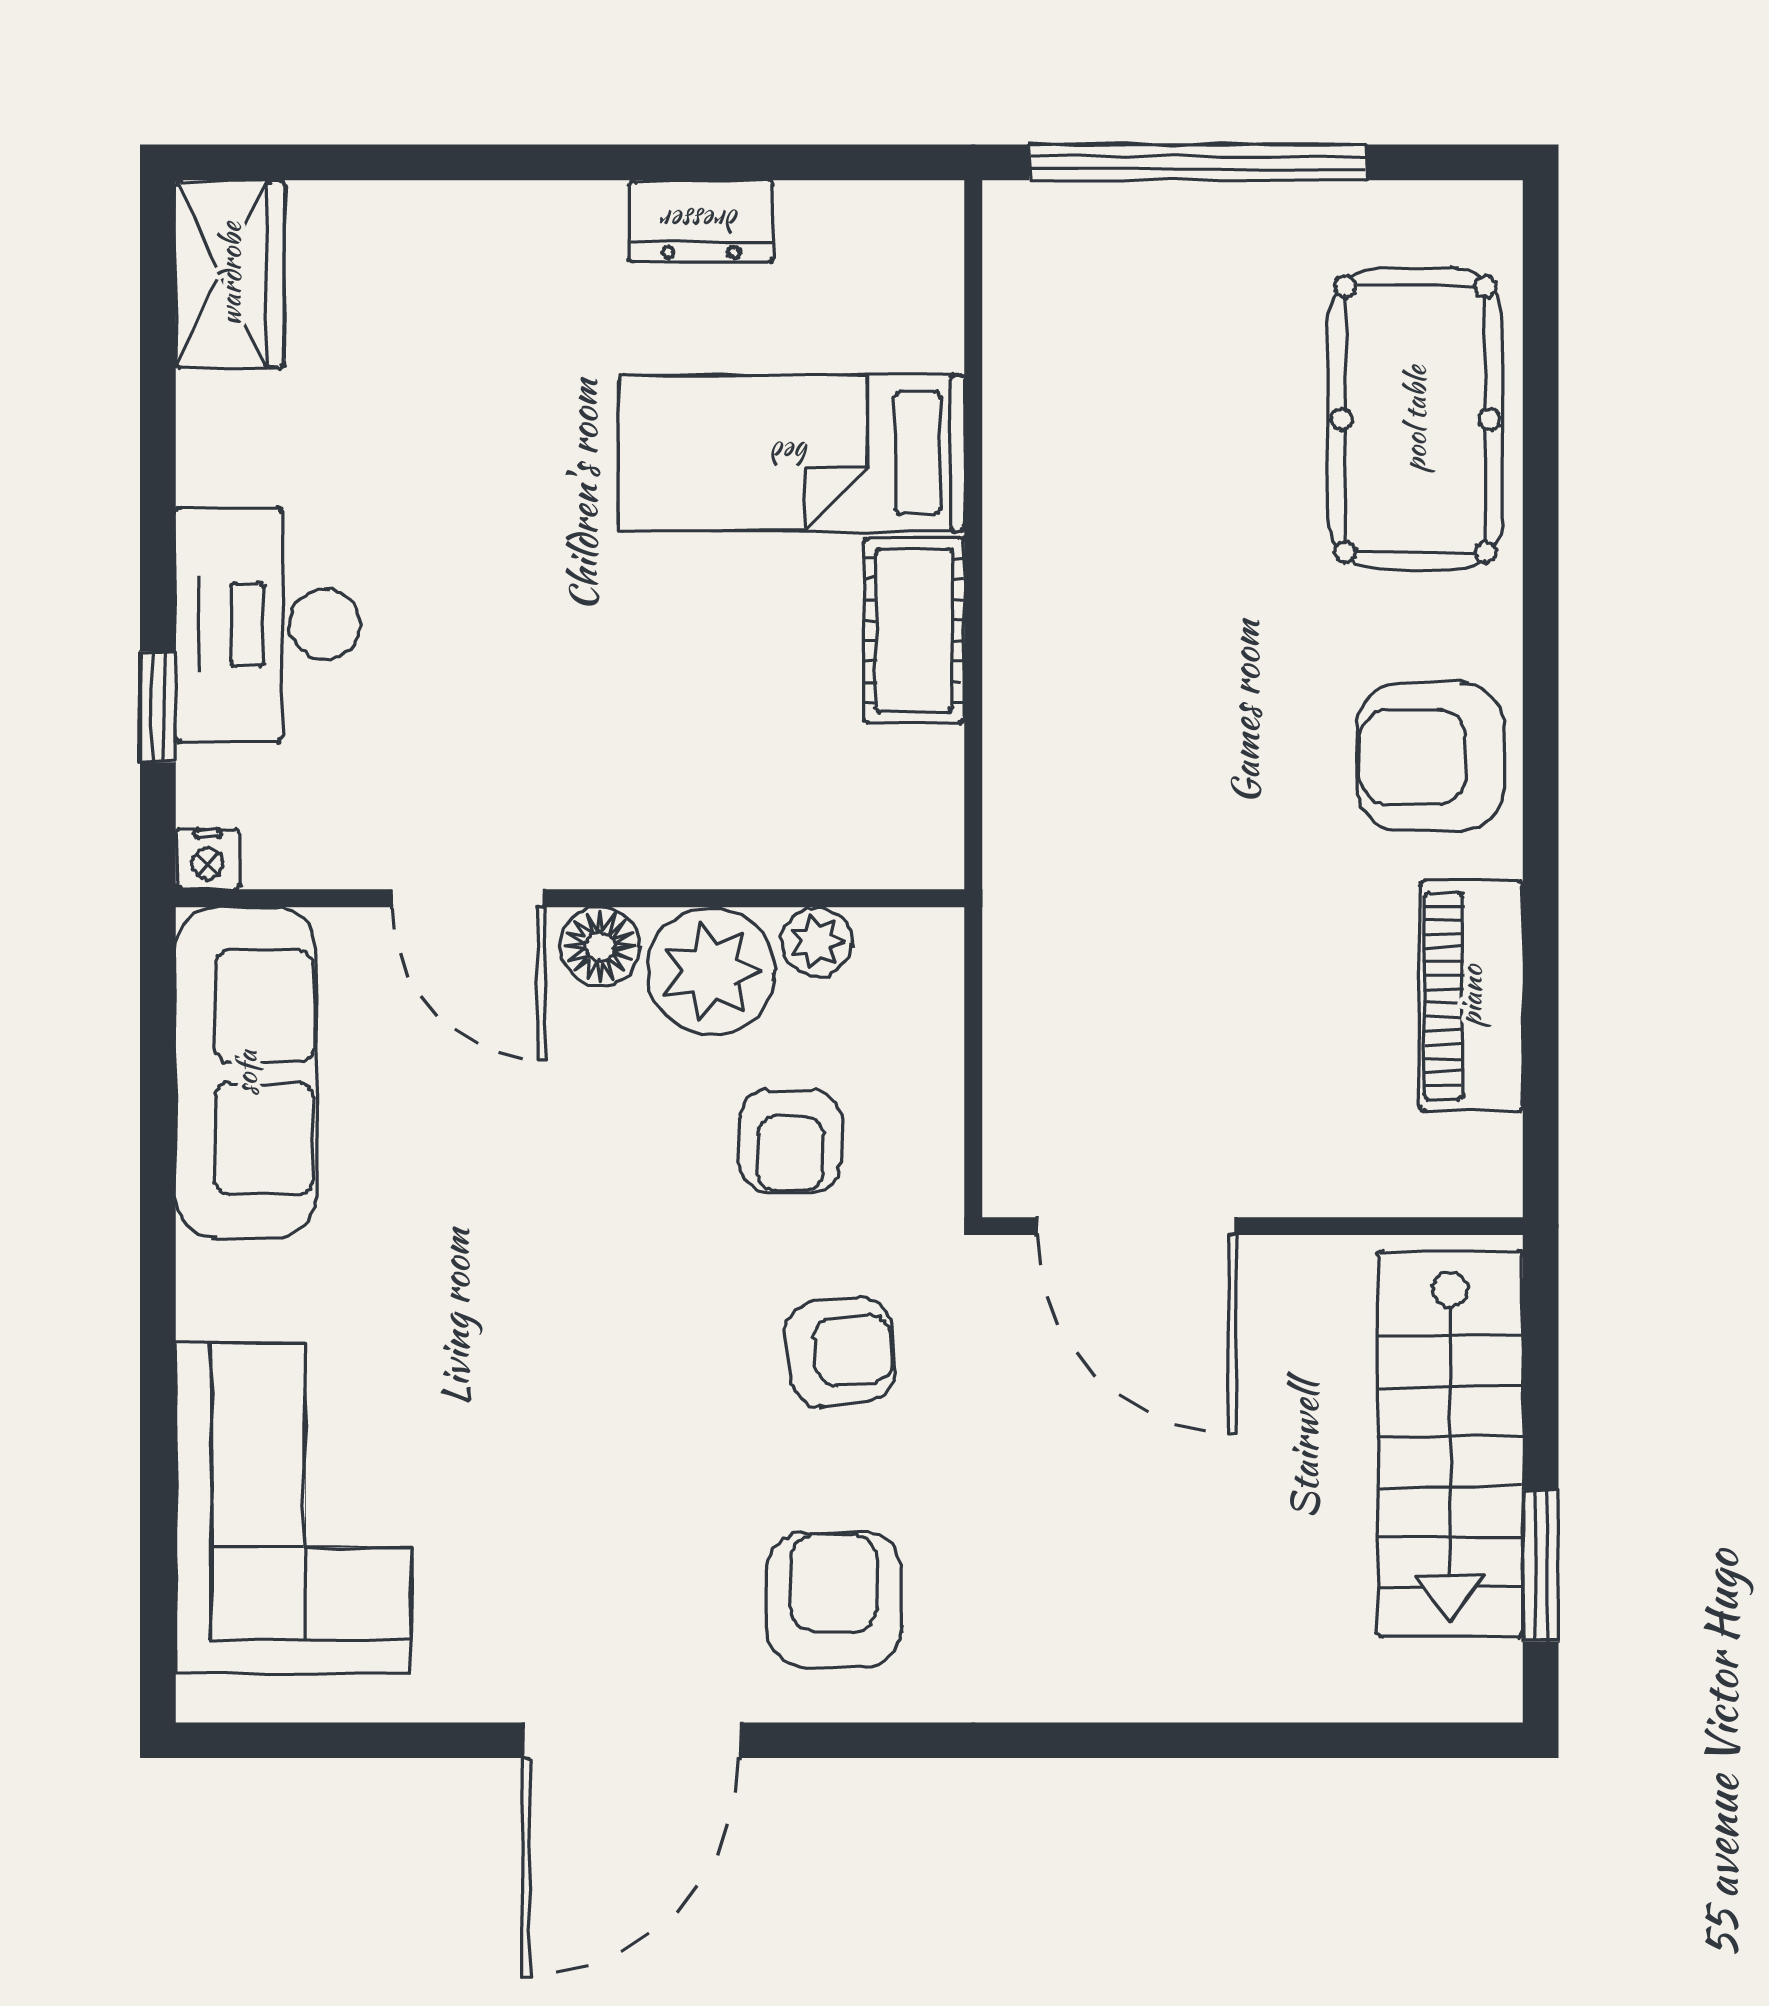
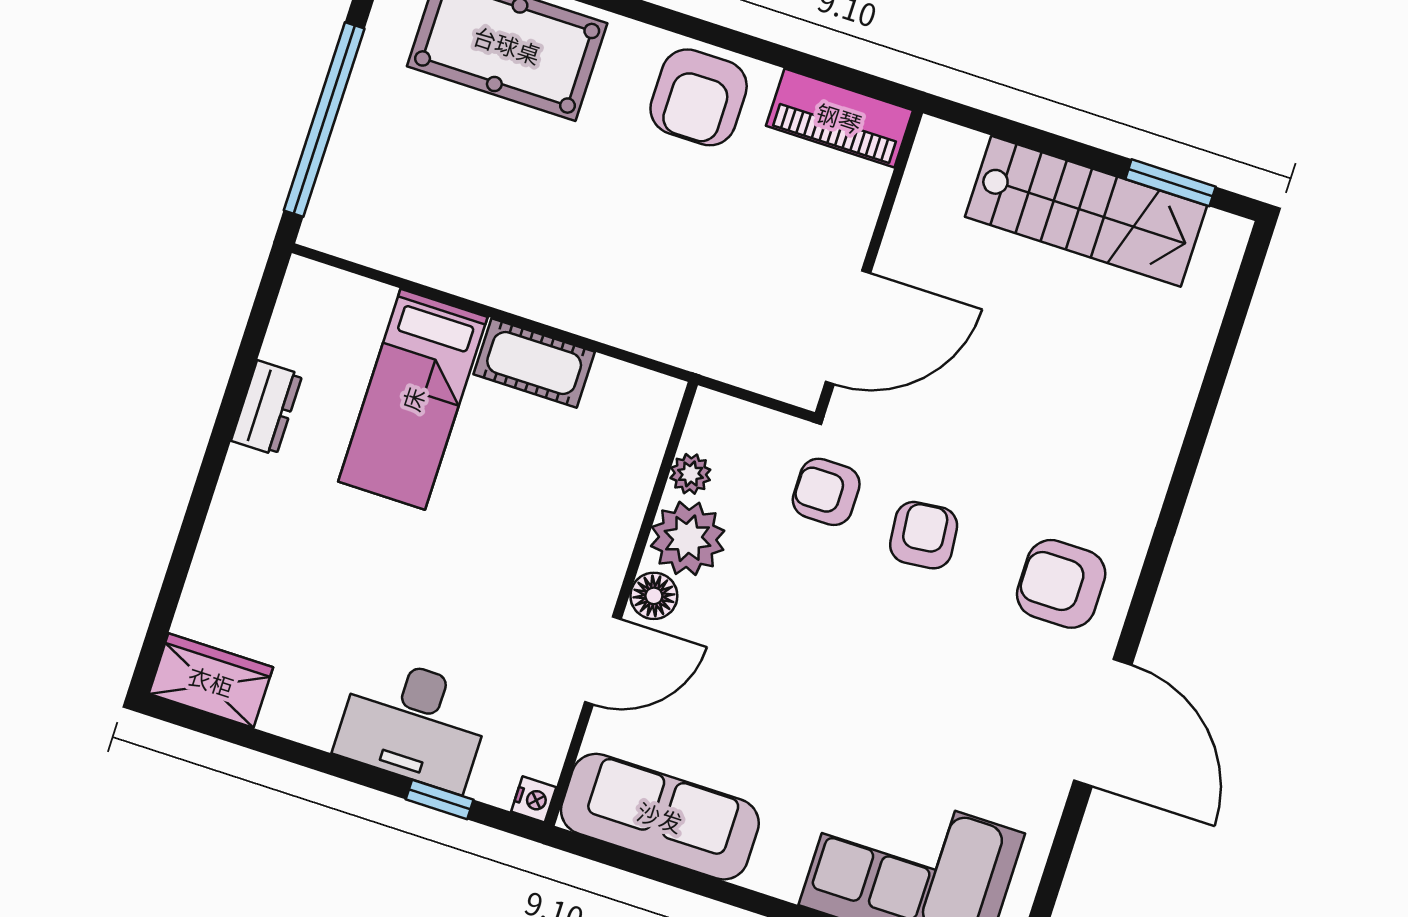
armchair: (790, 1141) -> (826, 492), moved, turned 180
door: (1137, 1226) -> (848, 327), moved
wall: (1253, 1226) -> (869, 263), moved

